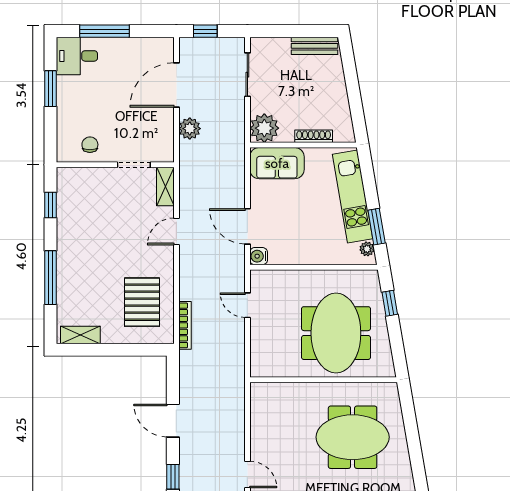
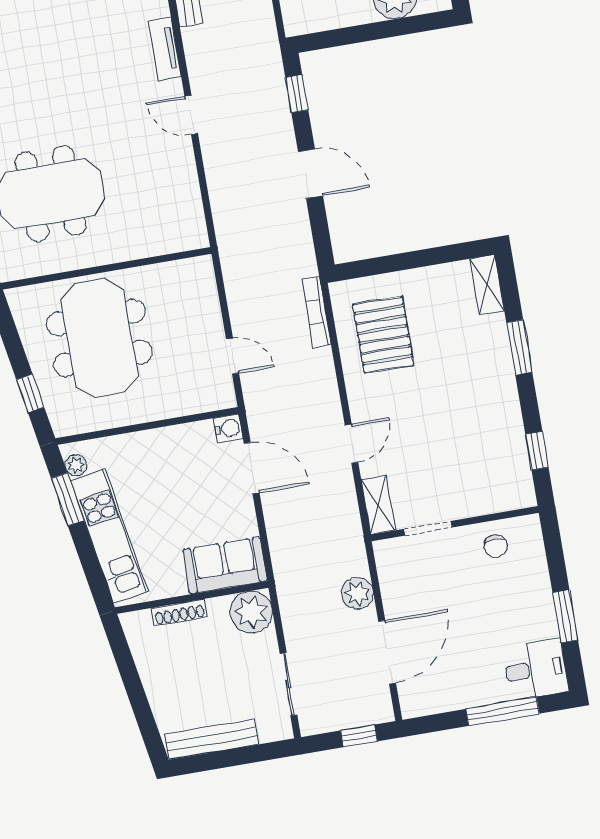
bench: (315, 46) -> (212, 739), width x1.36
window: (51, 278) -> (519, 347), width x0.69
shelving: (80, 335) -> (487, 285), moved, turned 90

